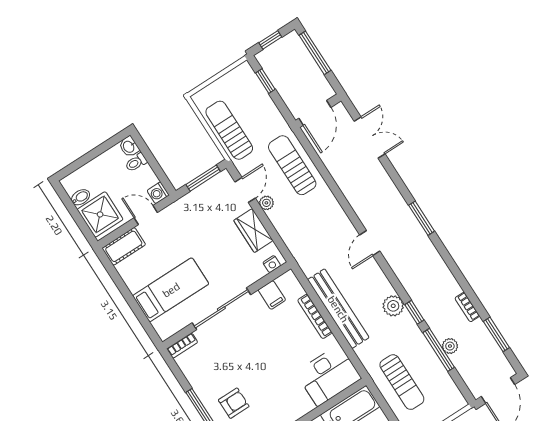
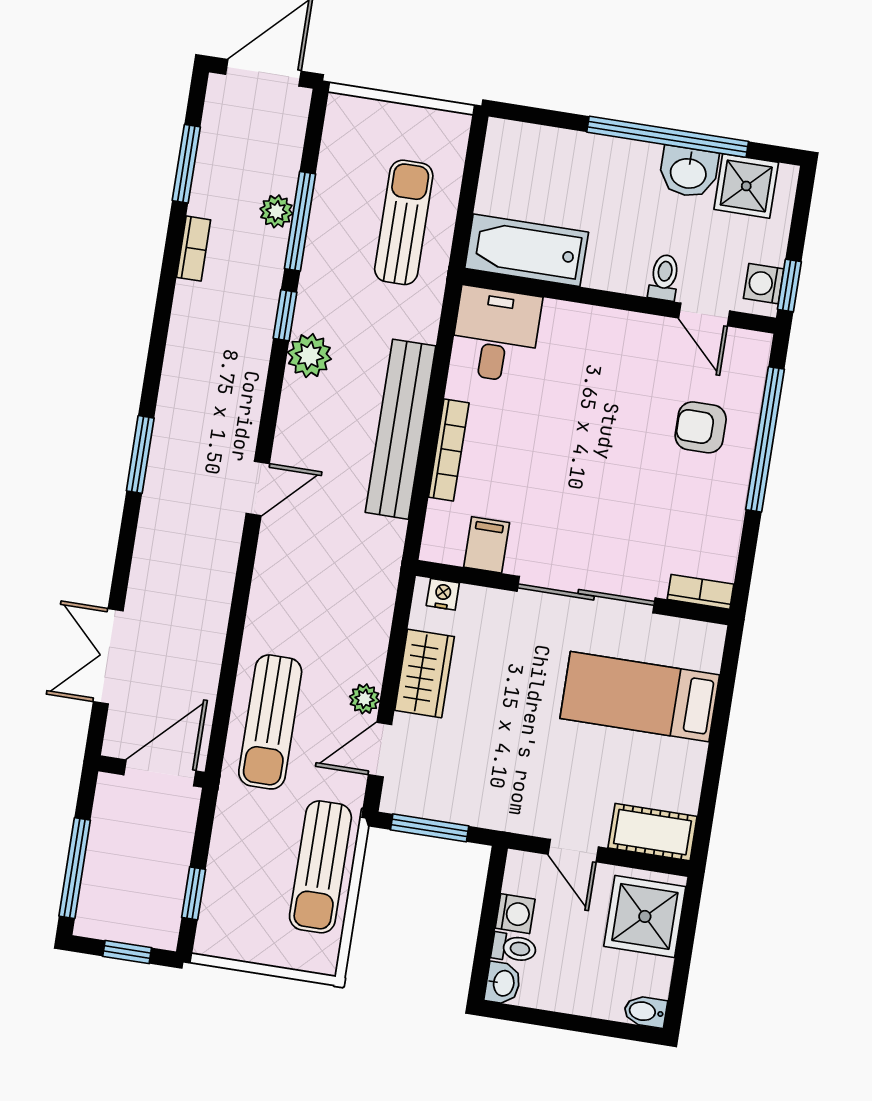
washing machine: (158, 193) -> (515, 914), moved
bidet: (81, 197) -> (645, 1012), moved
desk: (329, 375) -> (496, 335), width x0.73

